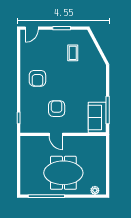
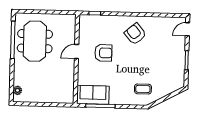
door: (32, 28) -> (187, 29), hinge flipped
coffee table: (73, 53) -> (143, 89), moved
armchair: (37, 78) -> (135, 34), turned 50
meeting table: (63, 173) -> (35, 41), moved

